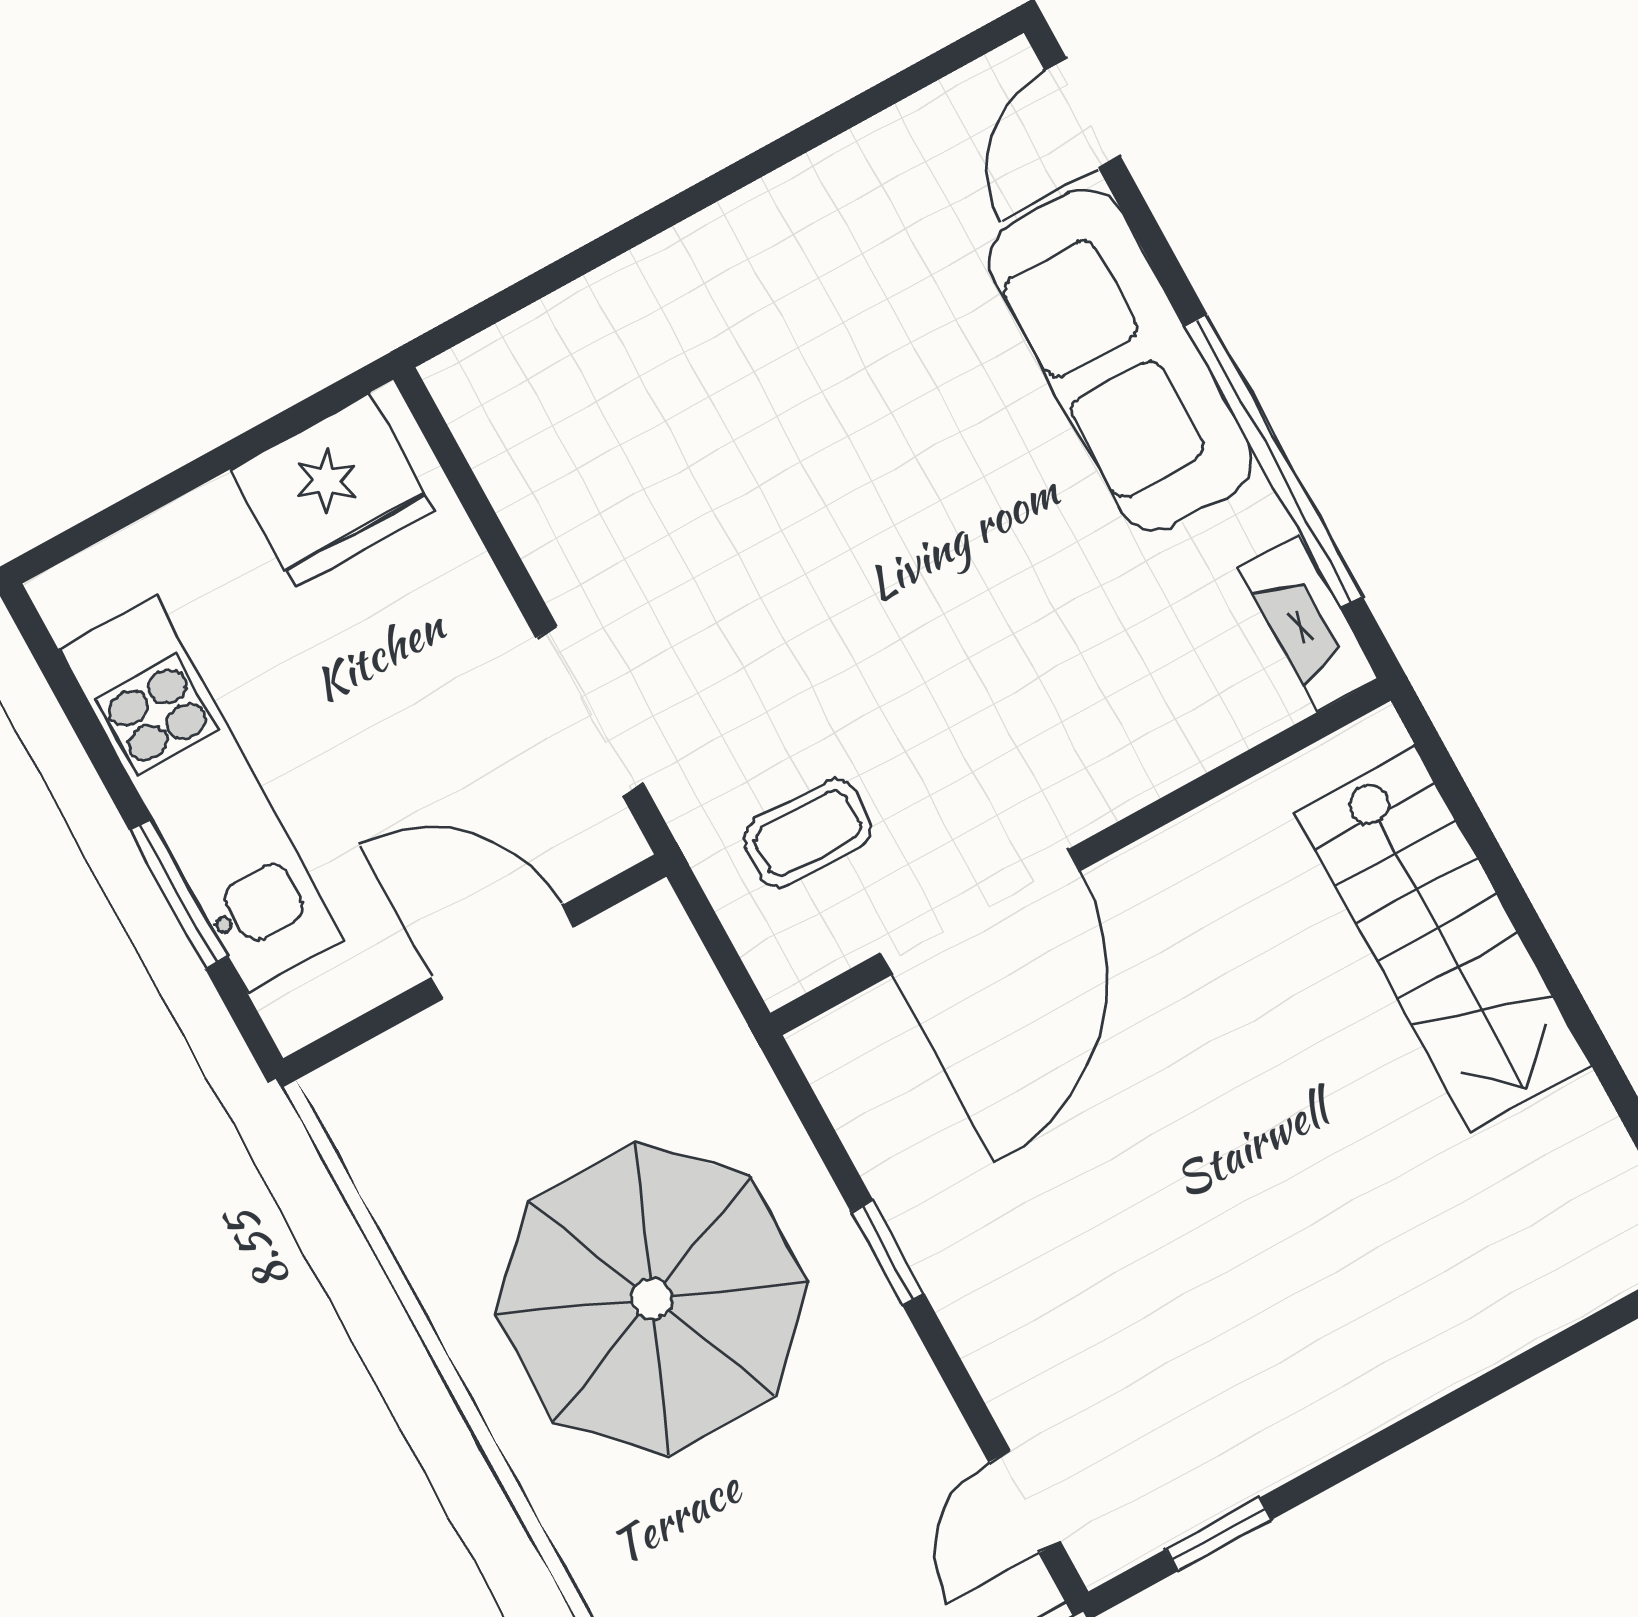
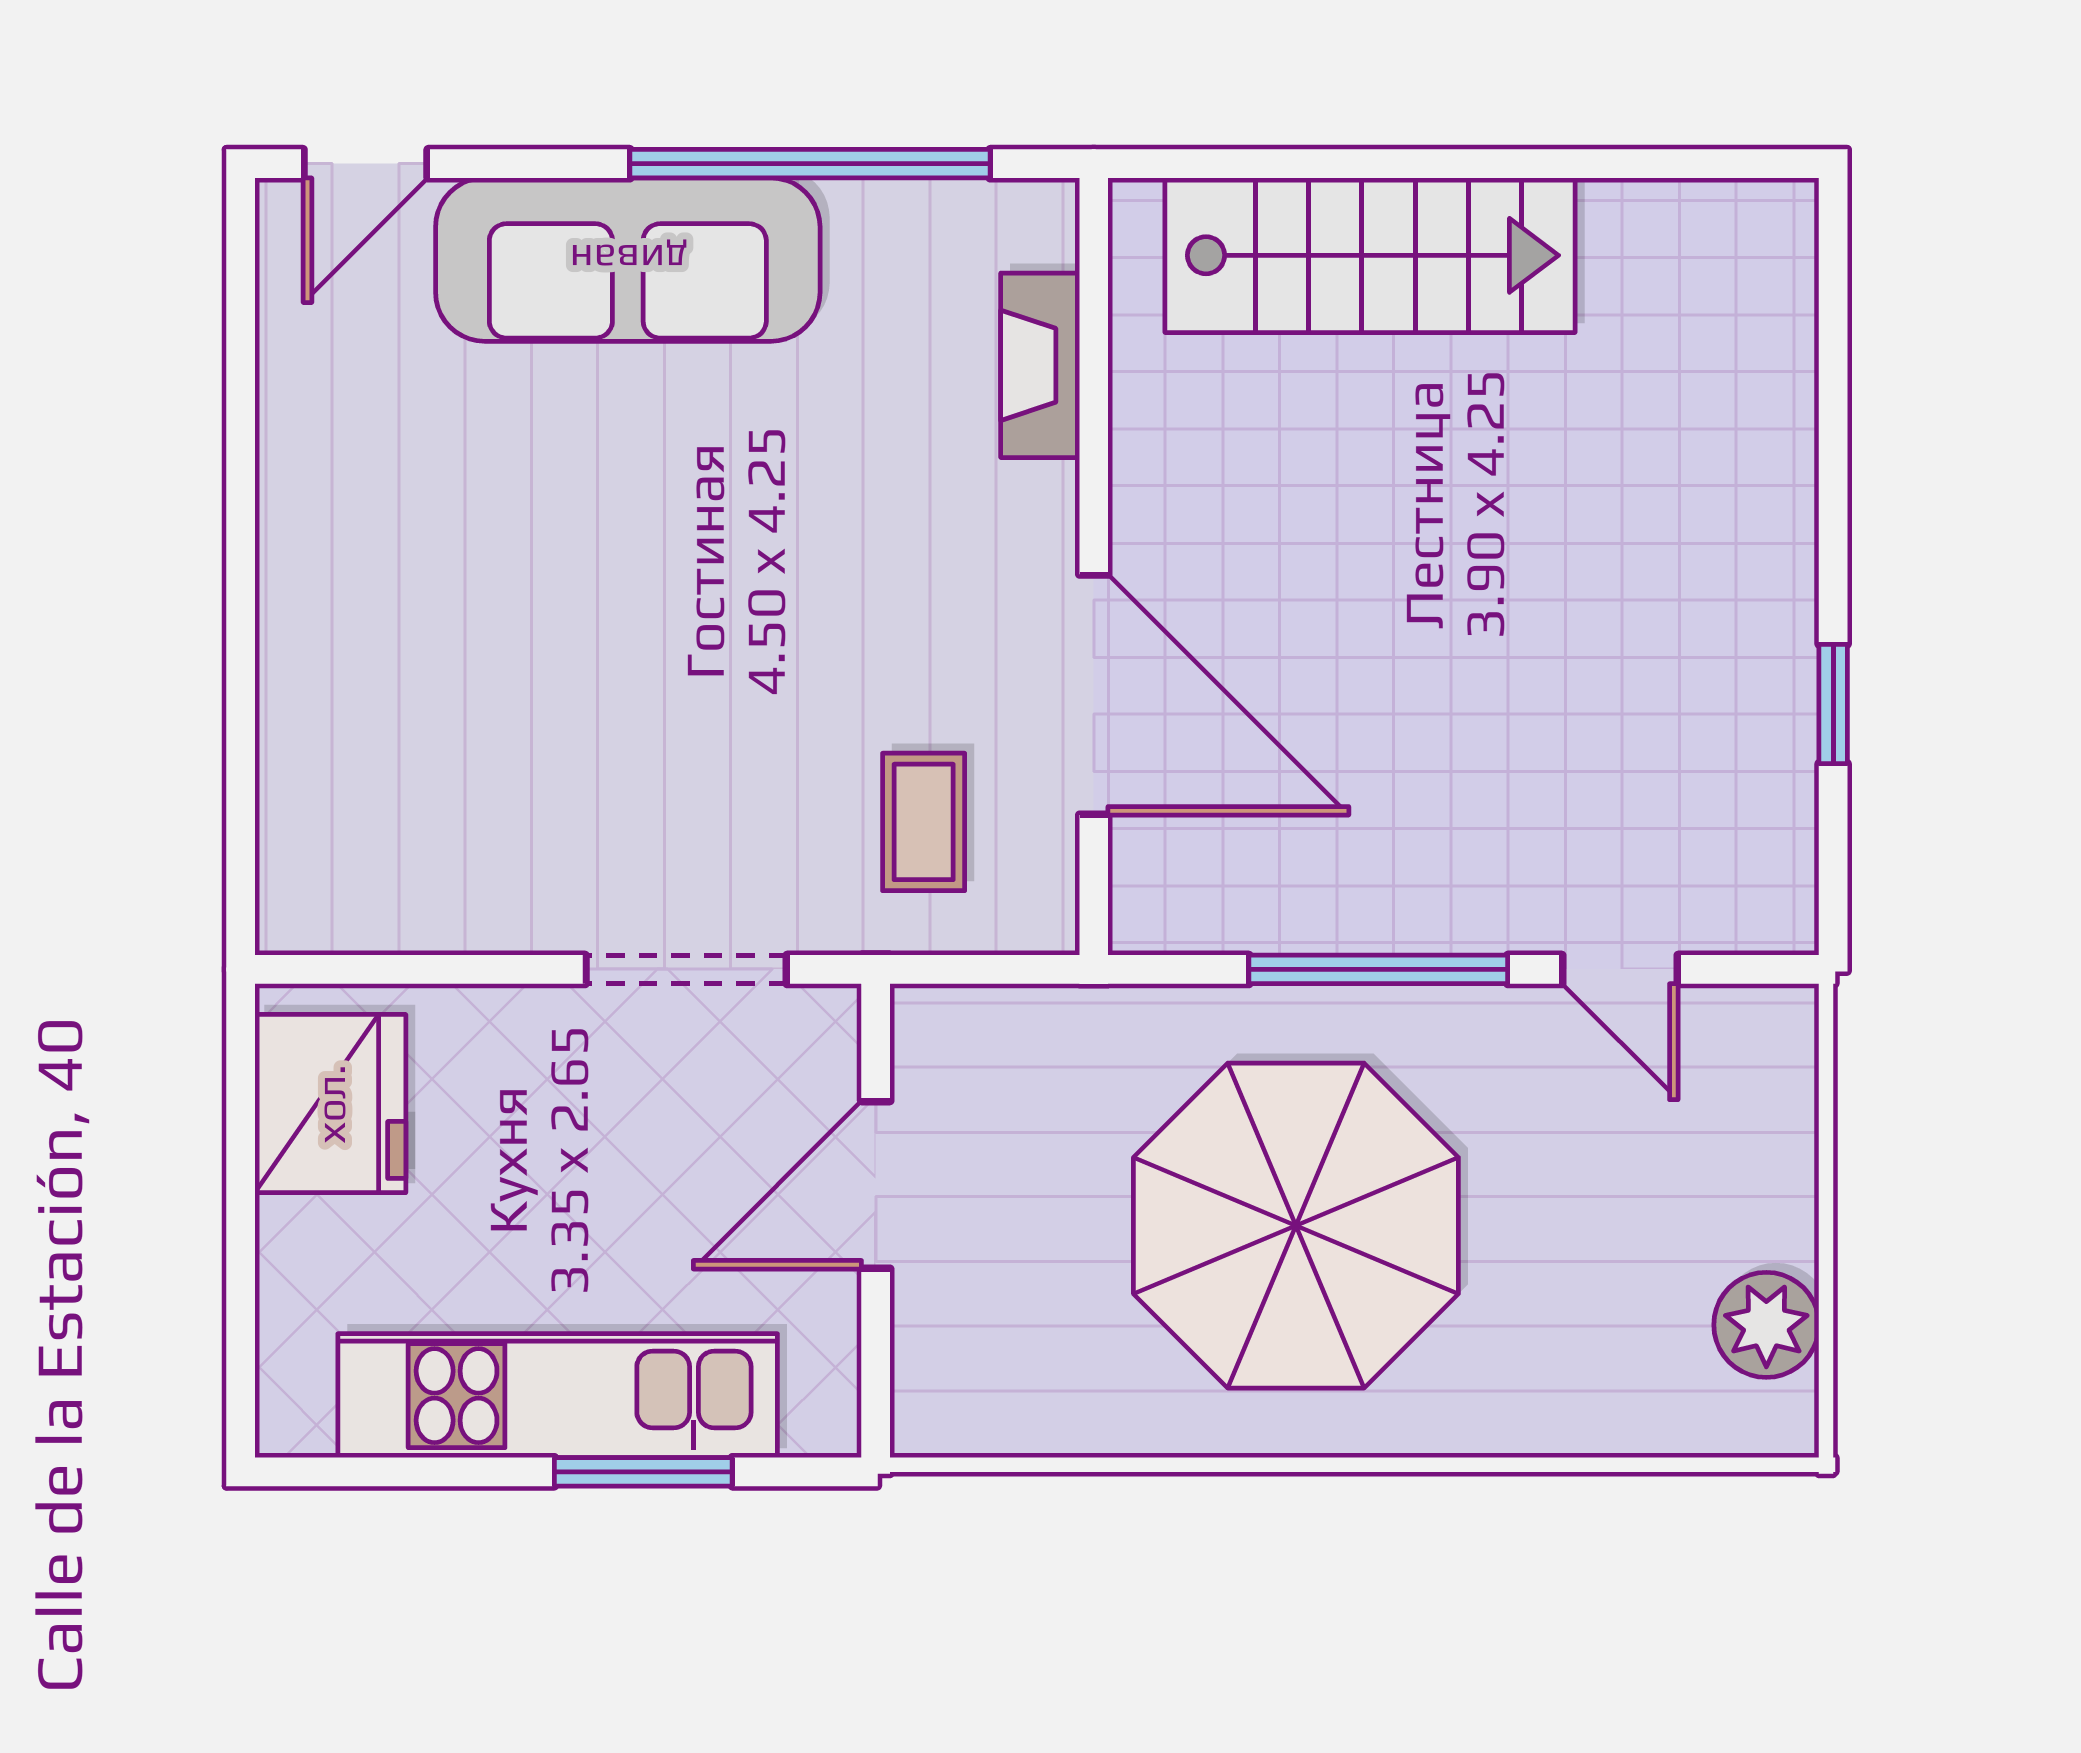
door: (1083, 113) -> (366, 164), hinge flipped
fireplace: (1308, 623) -> (1040, 365), moved, turned 90
window: (888, 1253) -> (1378, 969), width x2.17
door: (1025, 1502) -> (1620, 969), moved
window: (1219, 1534) -> (1833, 704), moved

